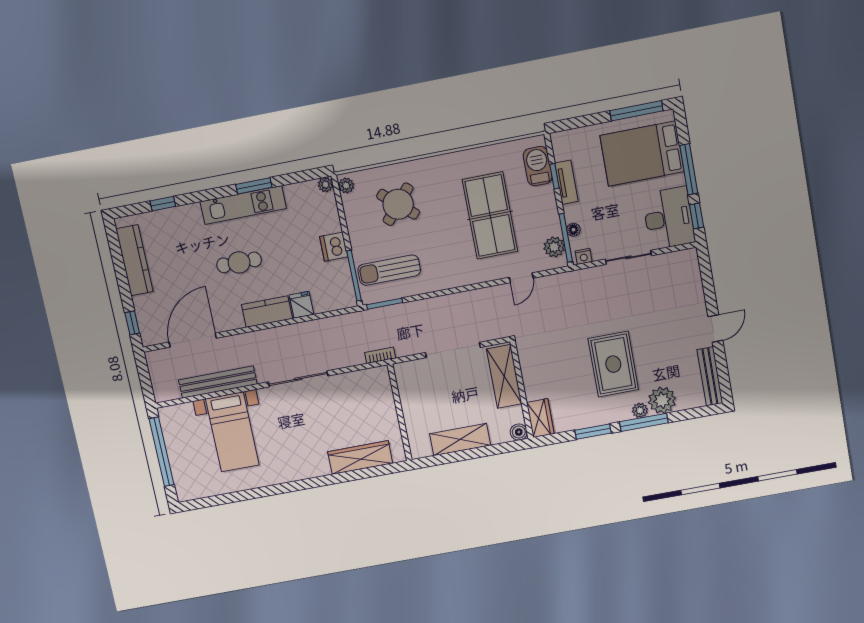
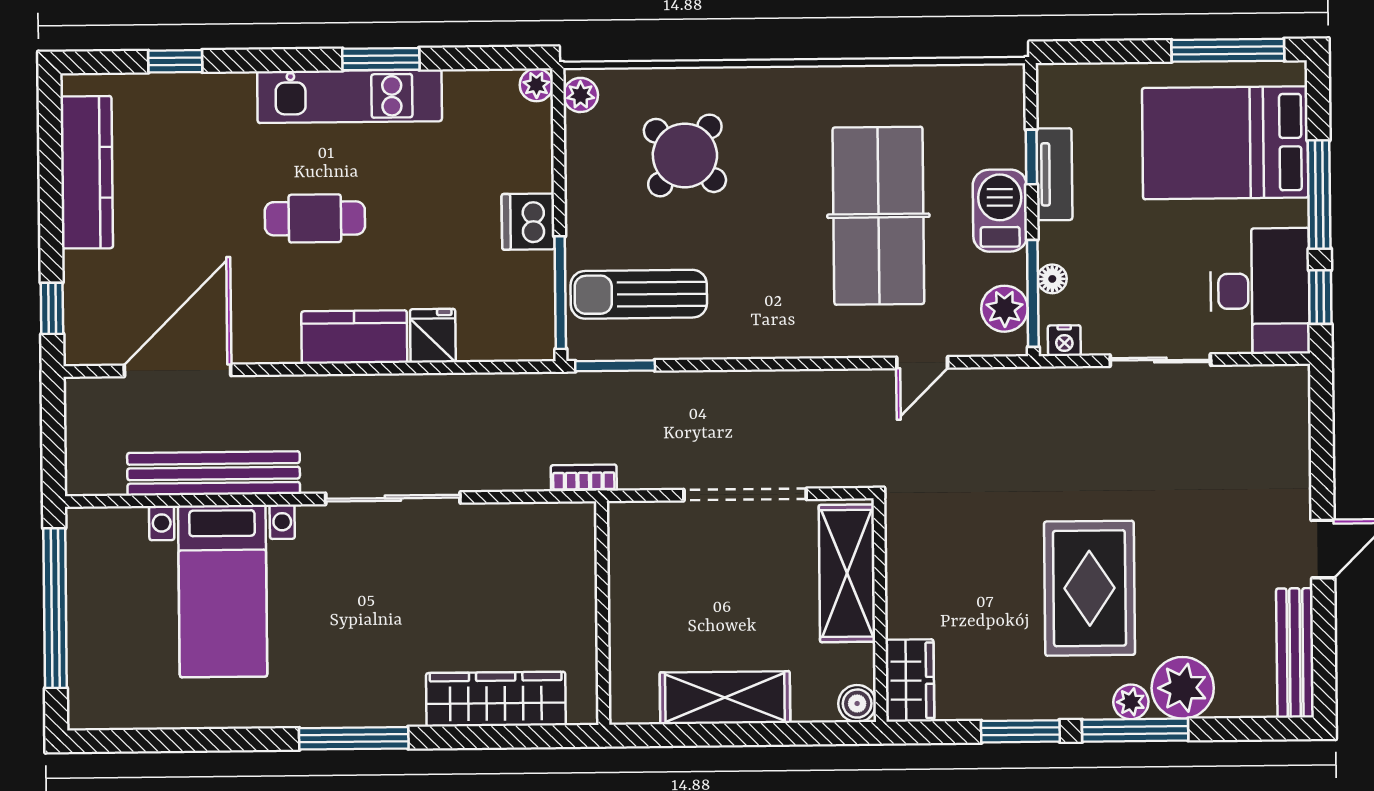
barbecue: (538, 166) -> (1000, 211), moved
window: (302, 485) -> (354, 738), added

